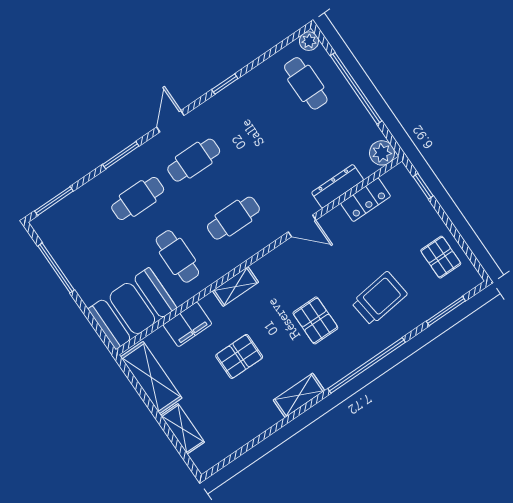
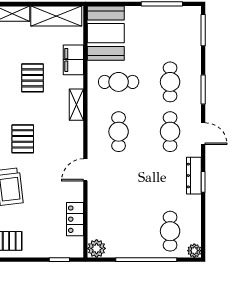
cafe table: (306, 83) -> (170, 231), turned 90
dresser: (338, 186) -> (194, 176), moved, turned 180
pallet: (315, 320) -> (23, 139), turned 90

